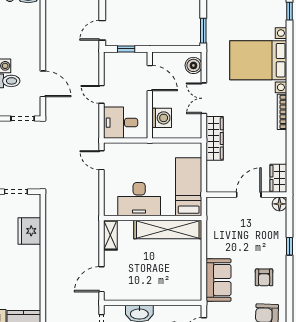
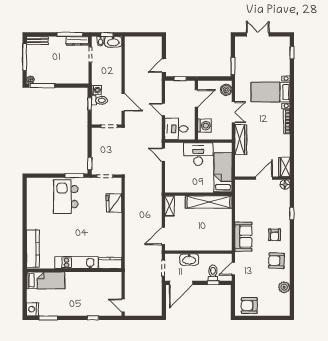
bed with nightstands: (258, 60) -> (271, 92), width x0.73
door: (150, 78) -> (196, 98), hinge flipped
double door: (204, 98) -> (233, 112), swing flipped
desk: (139, 199) -> (198, 154), moved, turned 180

